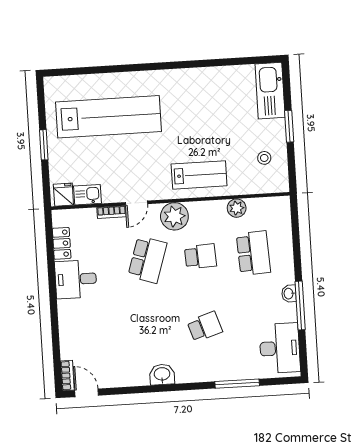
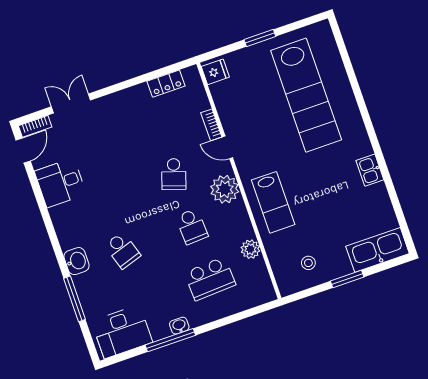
kitchen sink: (87, 195) -> (370, 170), moved, turned 180
school desk: (147, 260) -> (174, 174), width x0.54
desk: (76, 279) -> (60, 183), moved, turned -90
double door: (55, 336) -> (71, 103), added
washbasin: (162, 374) -> (77, 261), moved

